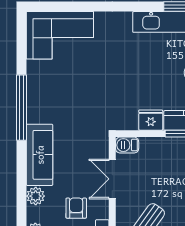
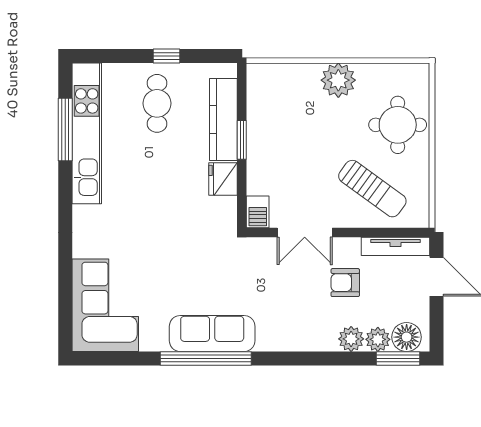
sofa: (40, 155) -> (212, 334), moved
plant: (36, 196) -> (351, 339), moved

